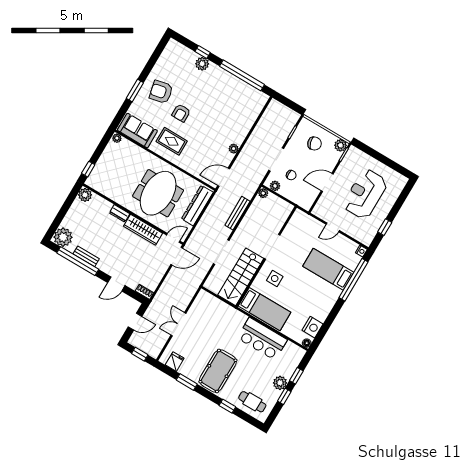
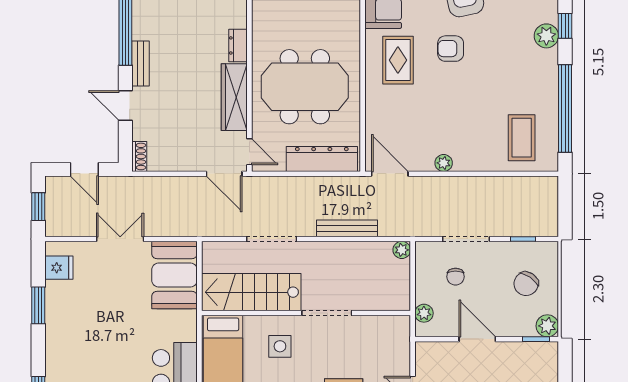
coffee table: (244, 104) -> (522, 138), added
chair: (315, 144) -> (526, 284), turned 51
plant: (275, 186) -> (424, 313), moved
bench: (86, 256) -> (140, 64), moved
booth: (211, 309) -> (174, 275), added
pool table: (218, 371) -> (84, 344), removed

